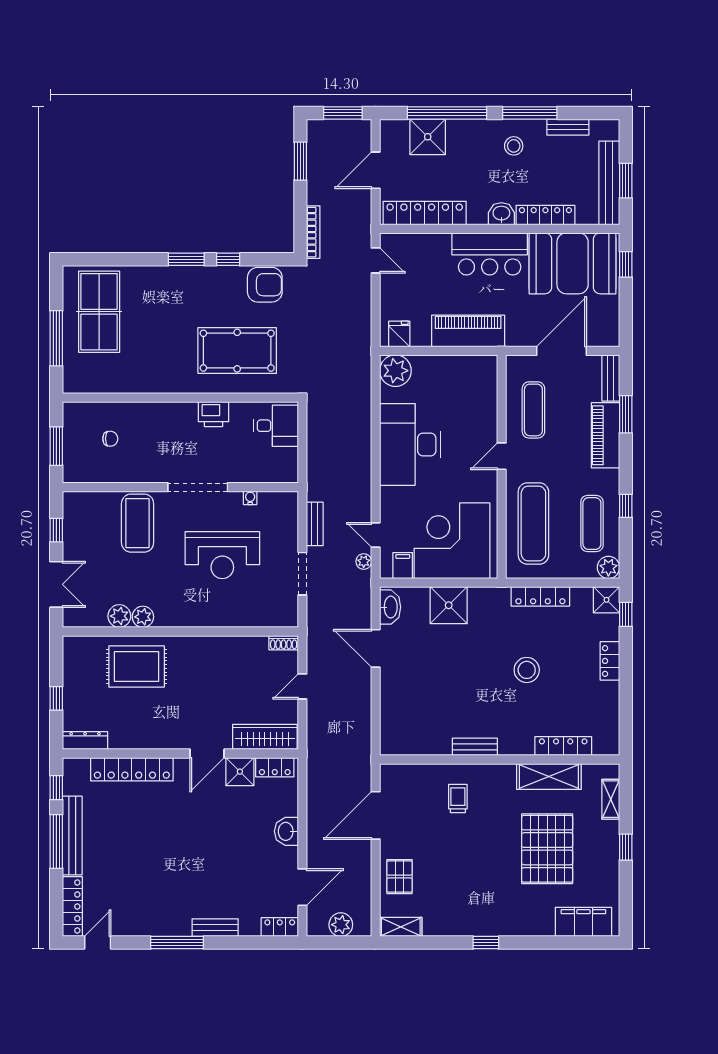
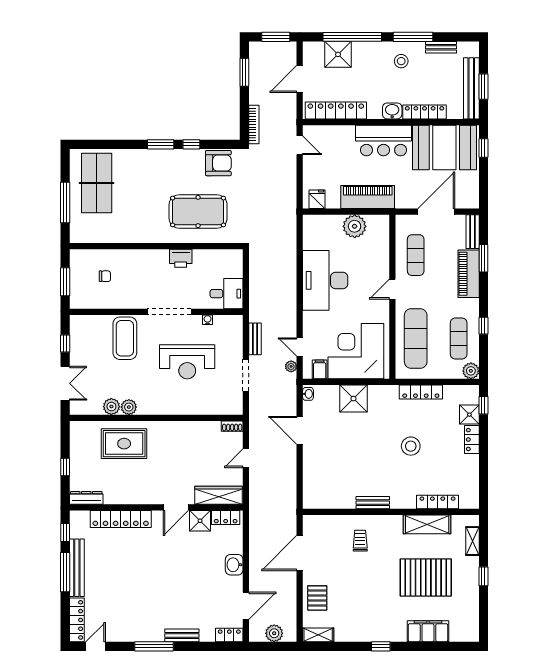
plant: (395, 371) -> (355, 226), moved
desk: (276, 426) -> (227, 294), moved
shower: (607, 600) -> (469, 415), moved
washbasin: (390, 607) -> (308, 394), width x0.52, depth x0.69
pallet: (547, 849) -> (426, 577), turned 90
filing cabinet: (583, 922) -> (428, 631), moved

